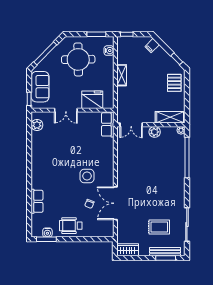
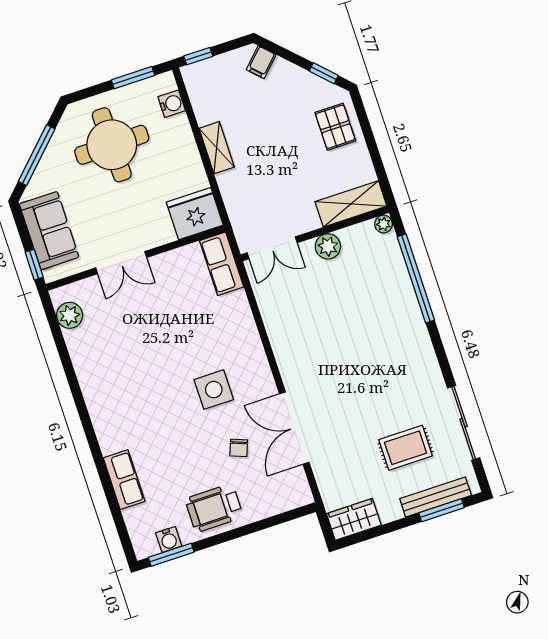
fridge: (92, 100) -> (195, 214), moved

